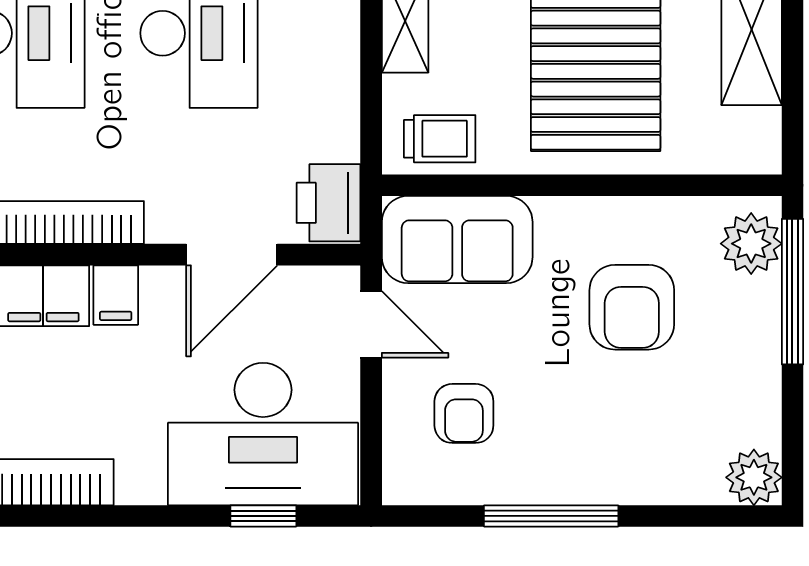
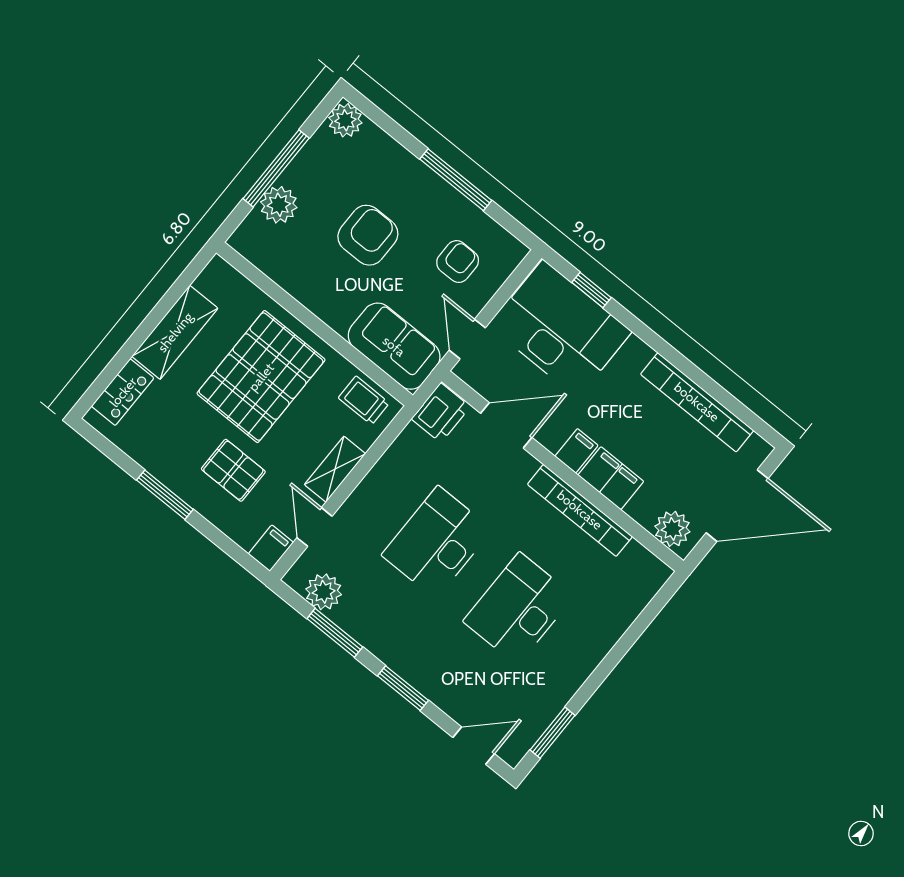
plant: (751, 244) -> (279, 205), moved
window: (792, 292) -> (276, 168), moved
armchair: (632, 307) -> (368, 235), moved

